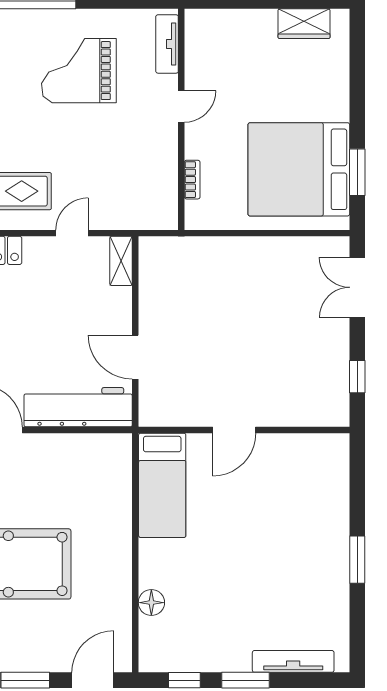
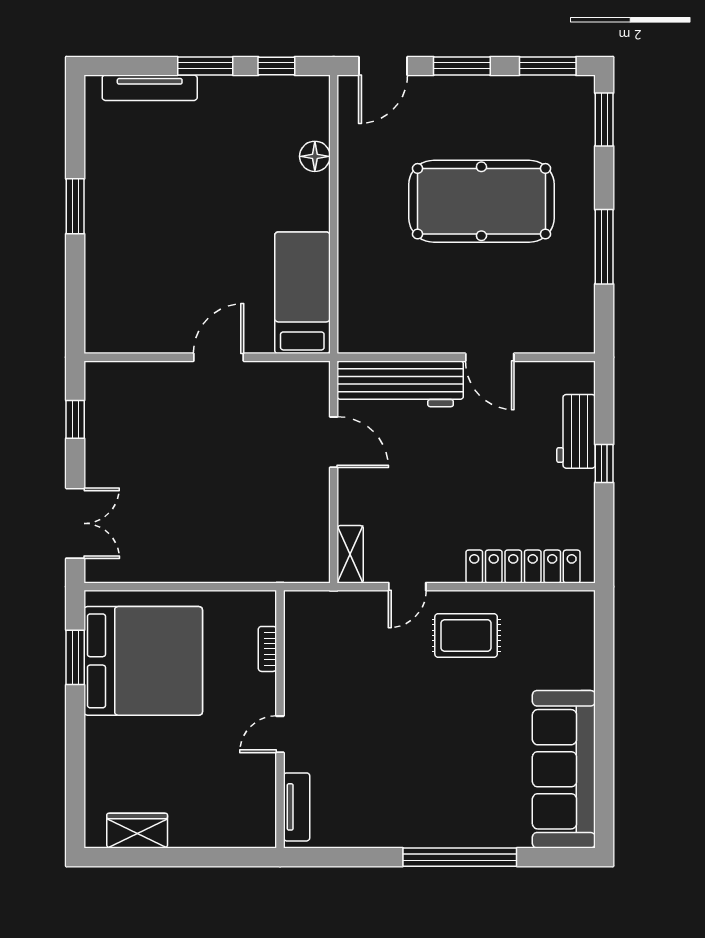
grand piano: (79, 71) -> (399, 776), removed

